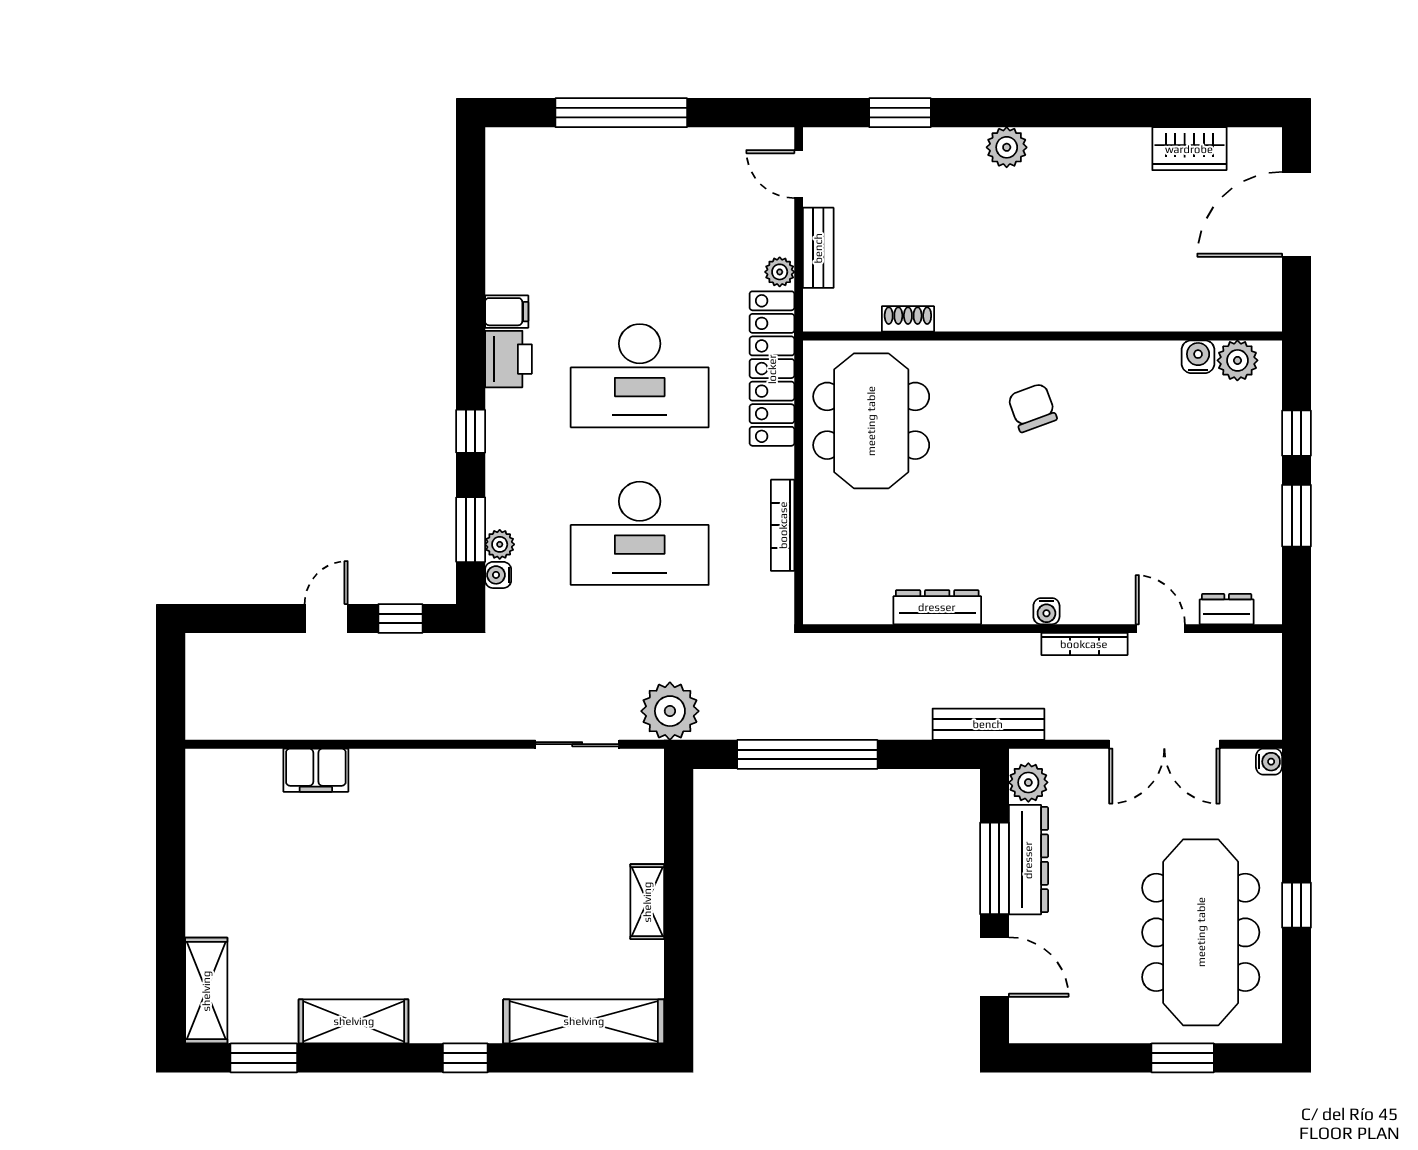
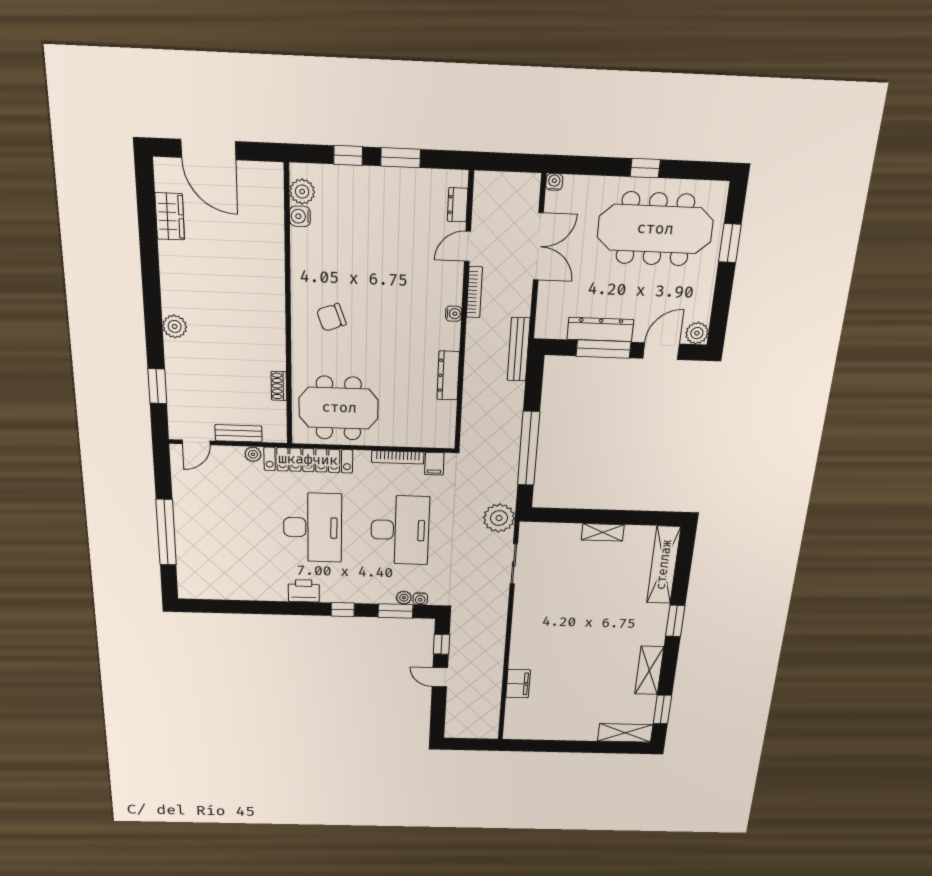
filing cabinet: (507, 312) -> (434, 464), moved, turned 180
plant: (1028, 782) -> (697, 333), moved
window: (465, 1058) -> (675, 621), width x1.50

